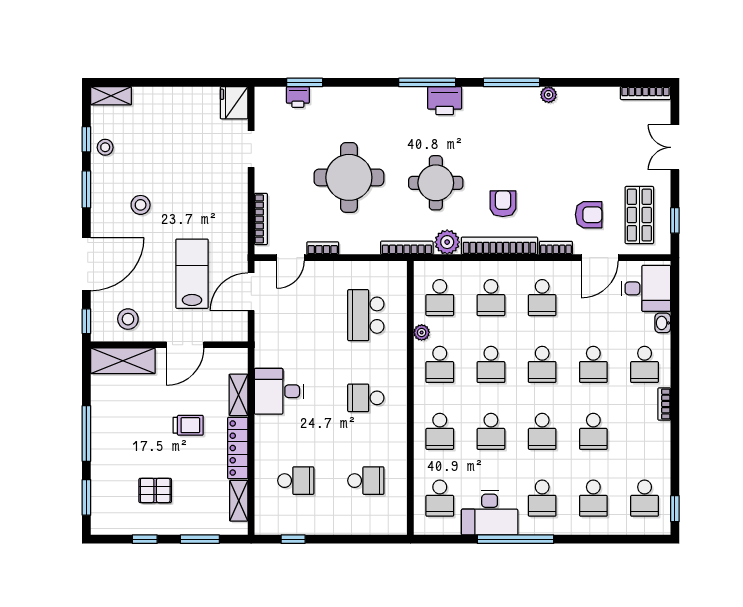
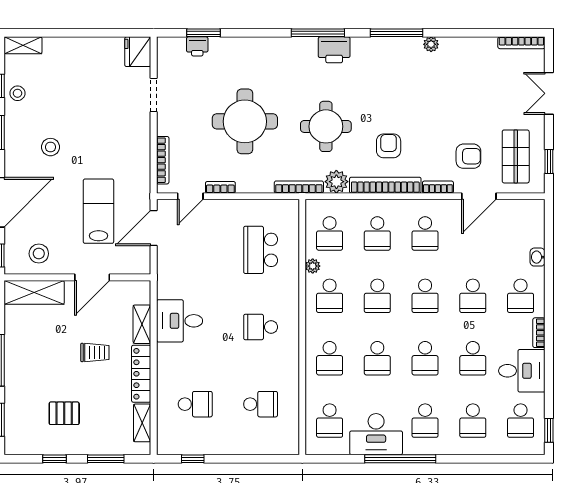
desk: (646, 288) -> (522, 371), moved

